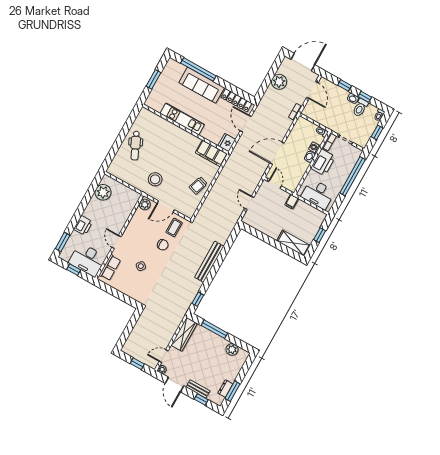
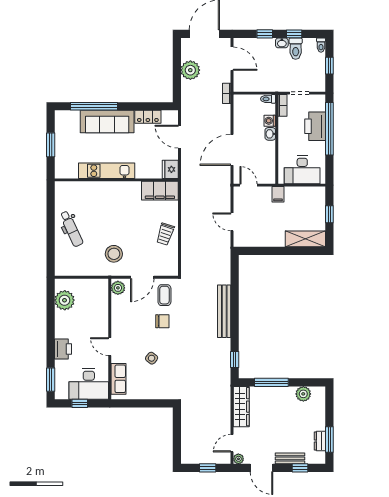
locker: (236, 100) -> (148, 117), width x0.66
printer: (323, 162) -> (315, 126), moved, turned 180

